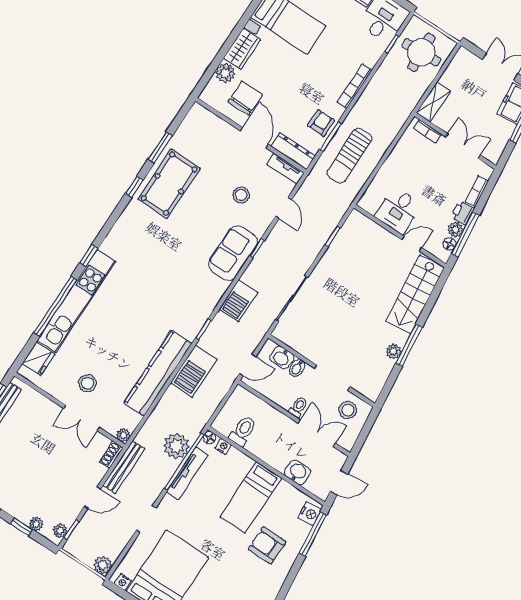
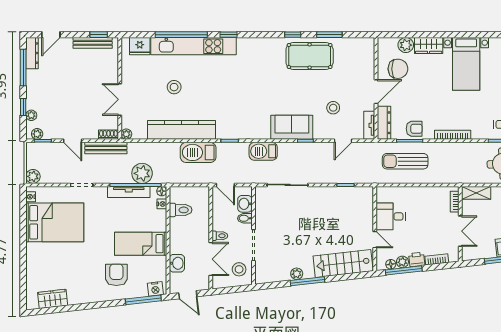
stool: (87, 383) -> (174, 87), moved

